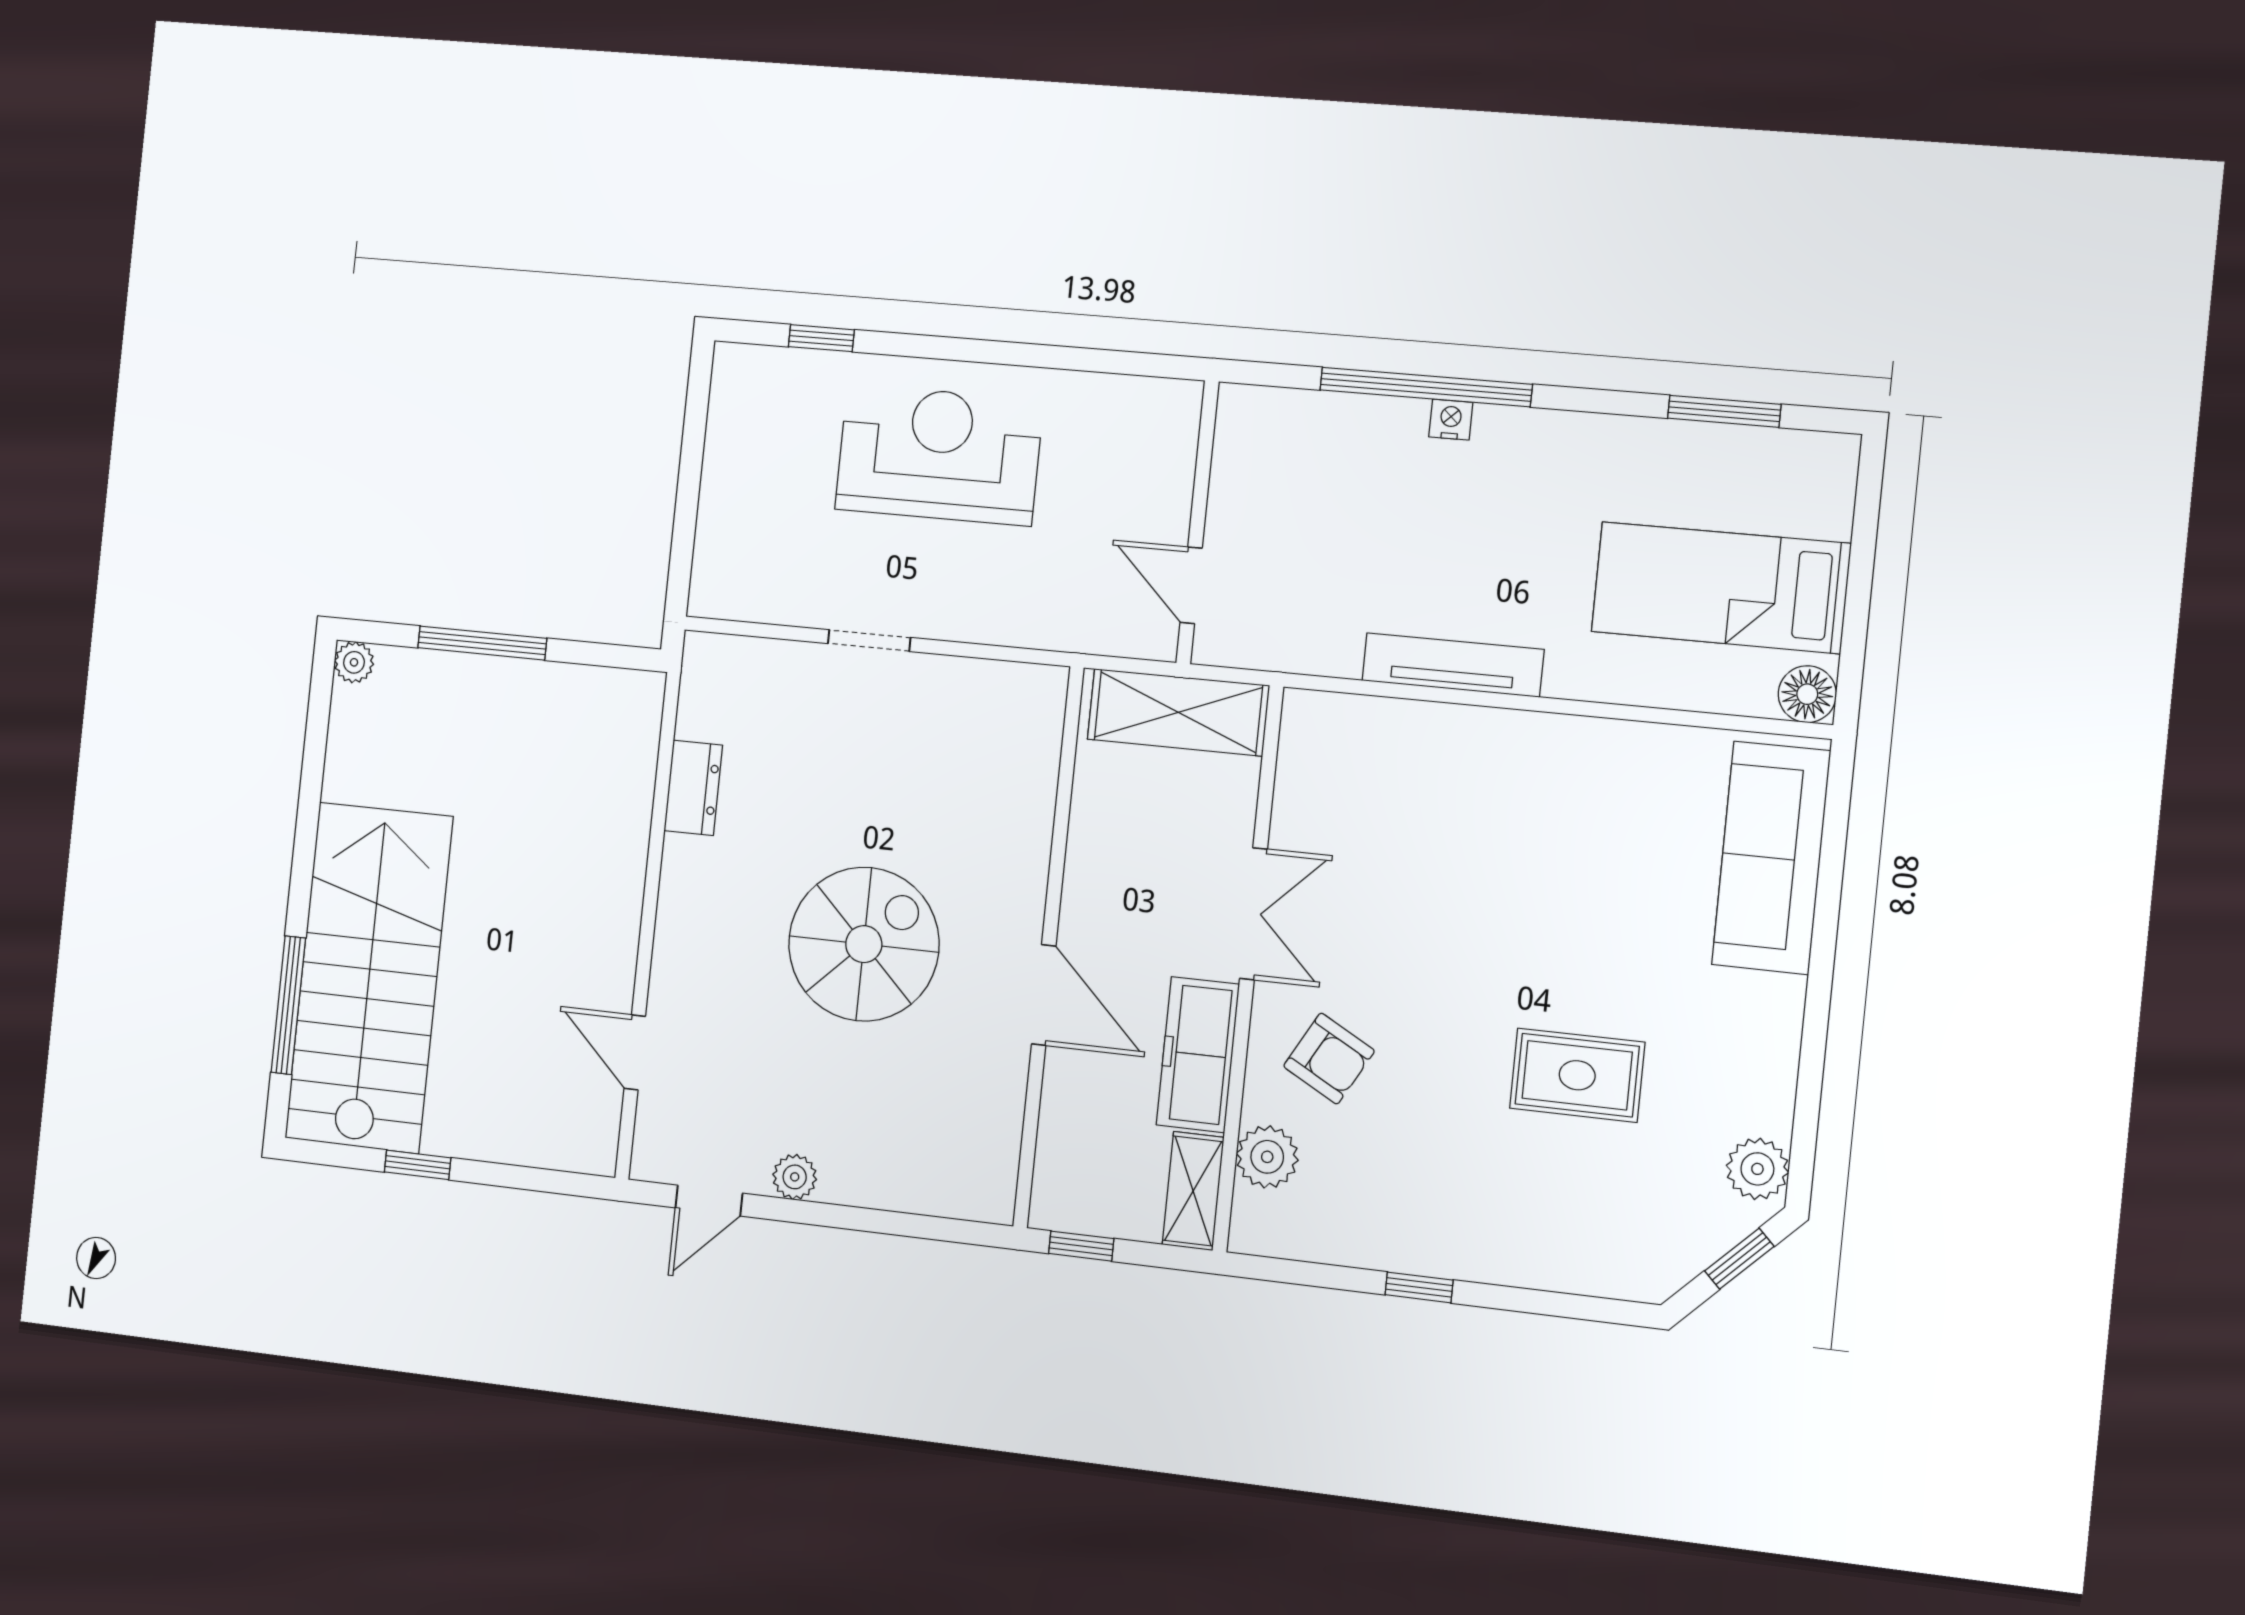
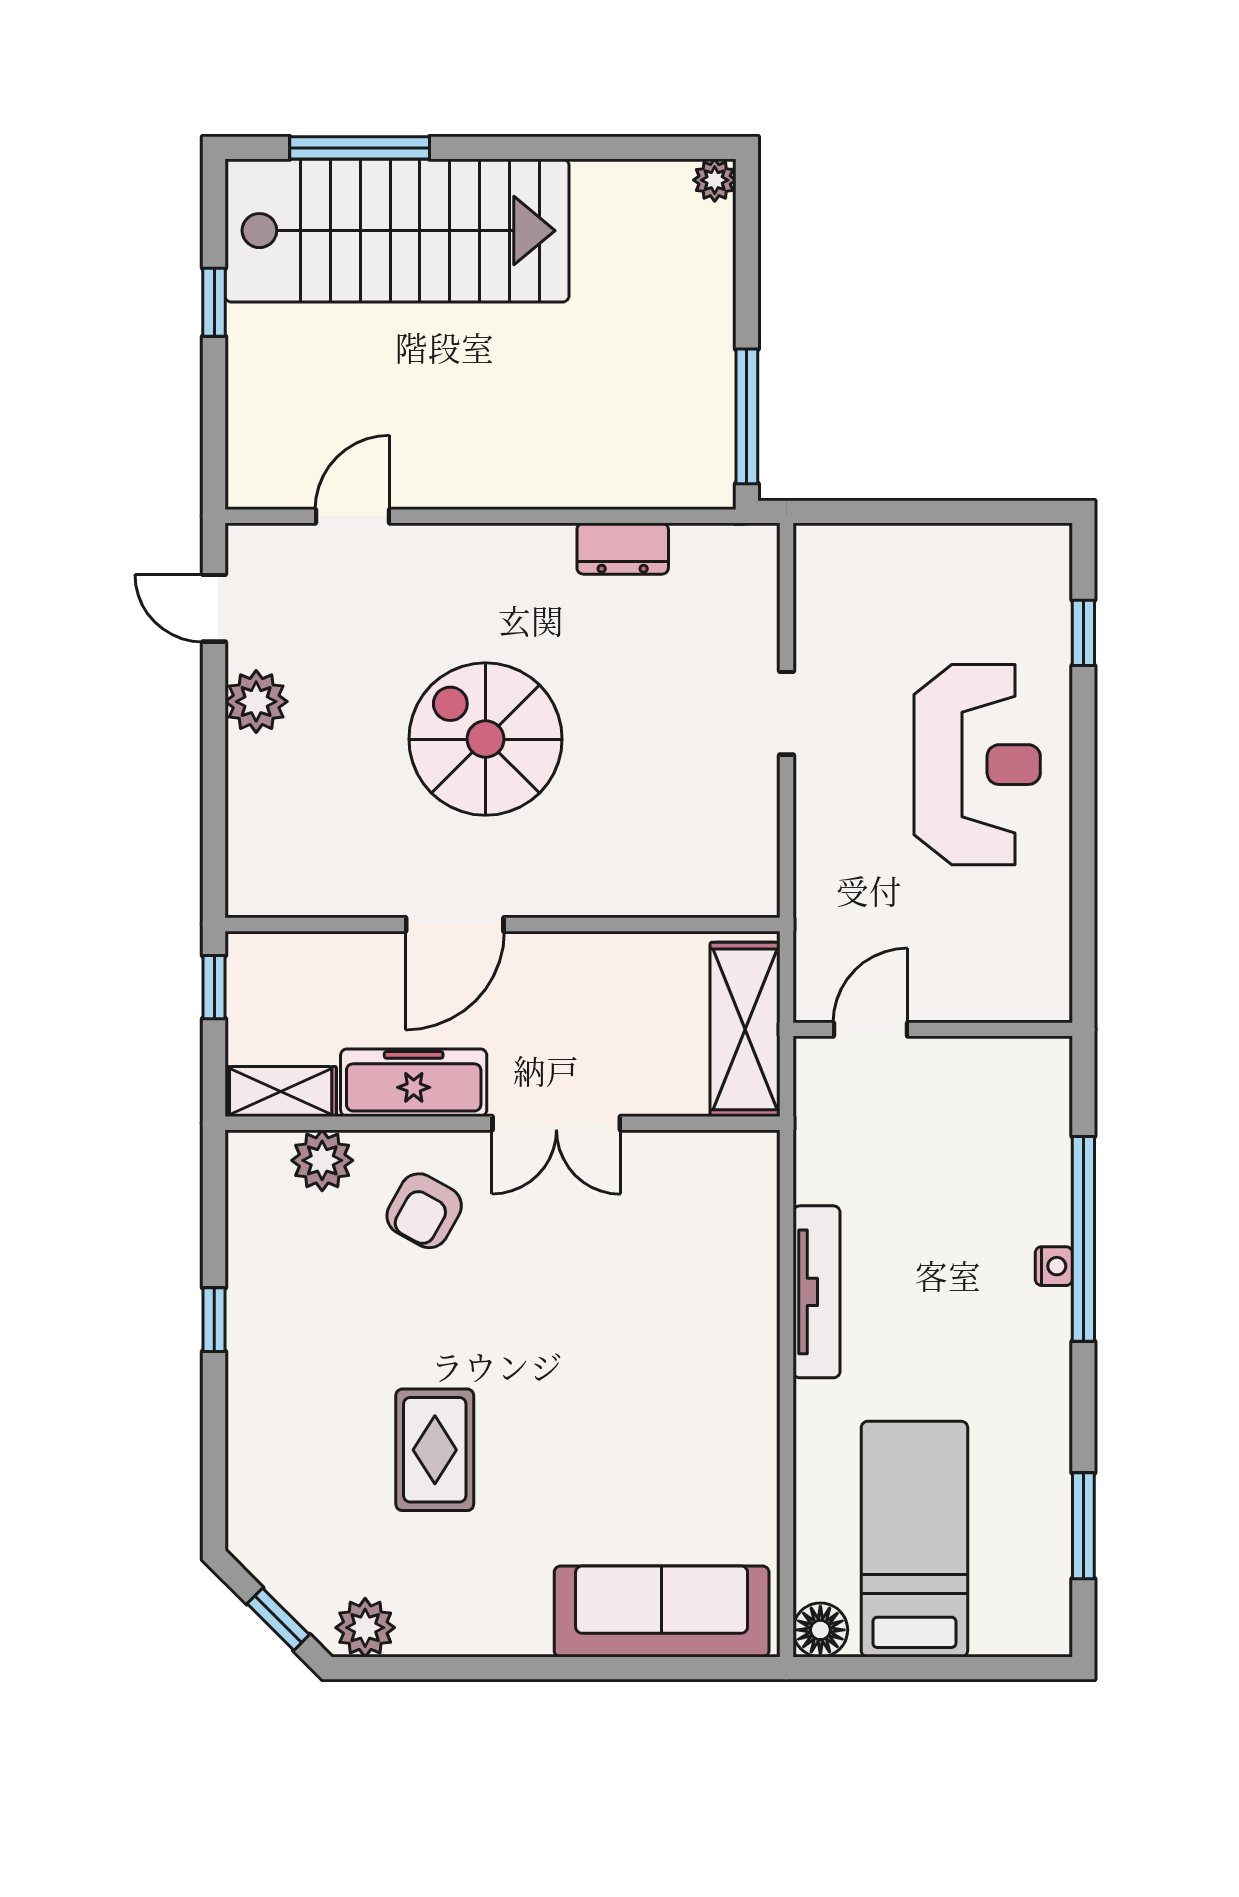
window: (482, 643) -> (747, 416), moved
spiral stairs: (864, 944) -> (485, 739), turned 180
plant: (795, 1177) -> (256, 702), width x1.38, depth x1.38

